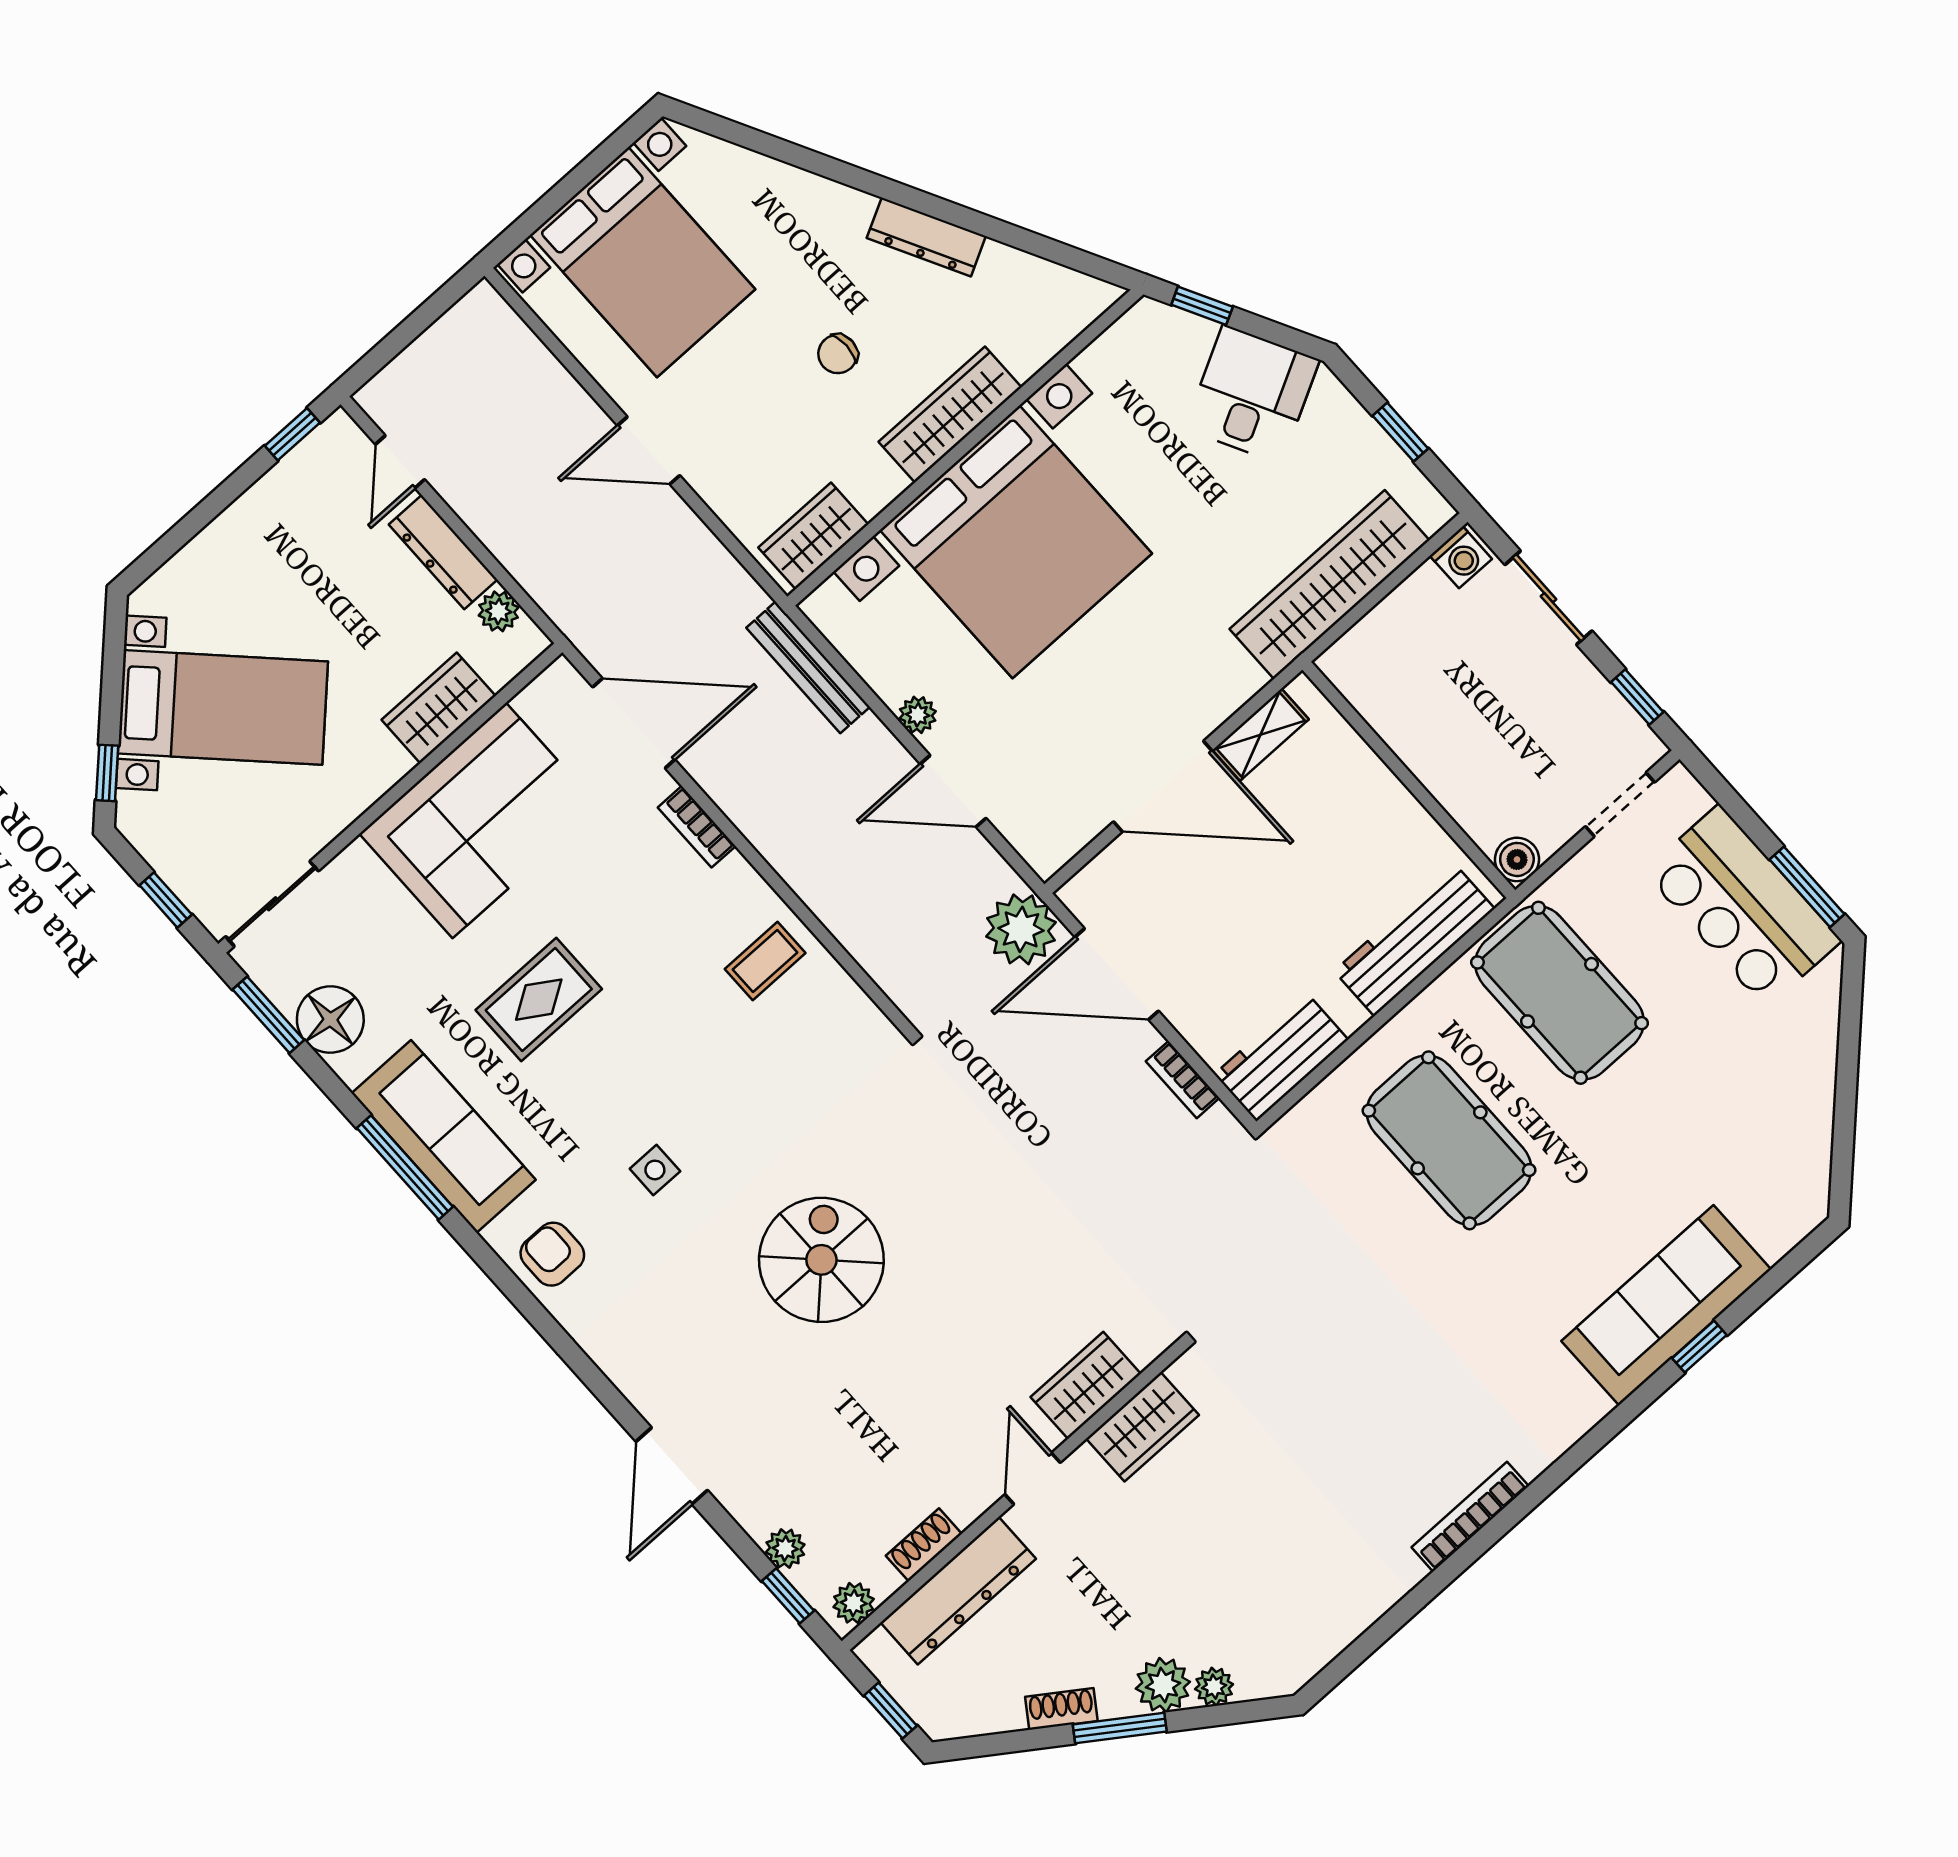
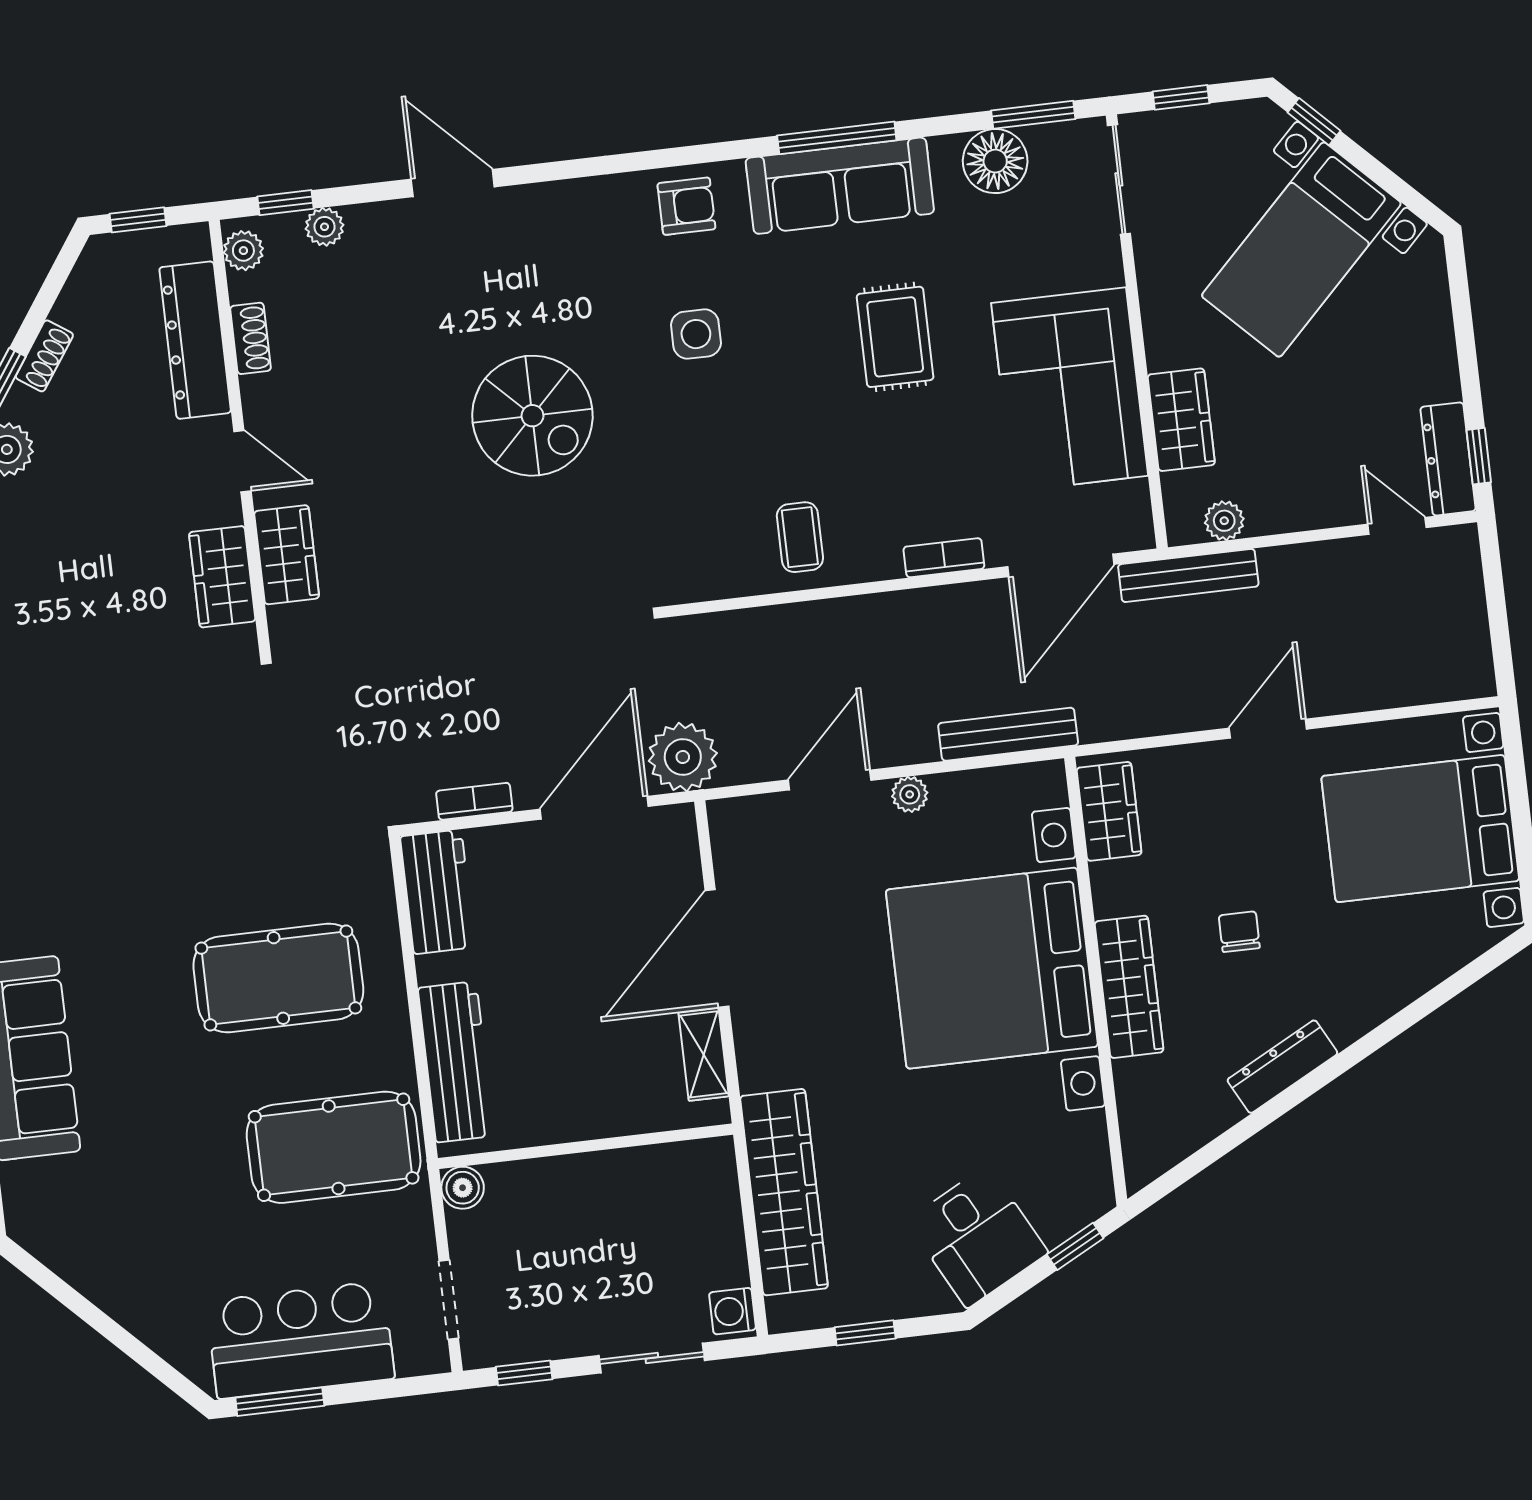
dresser: (443, 552) -> (1448, 459), moved, turned -90
bench: (566, 609) -> (1188, 575), added
side table: (655, 1170) -> (696, 334), width x1.37, depth x1.37

